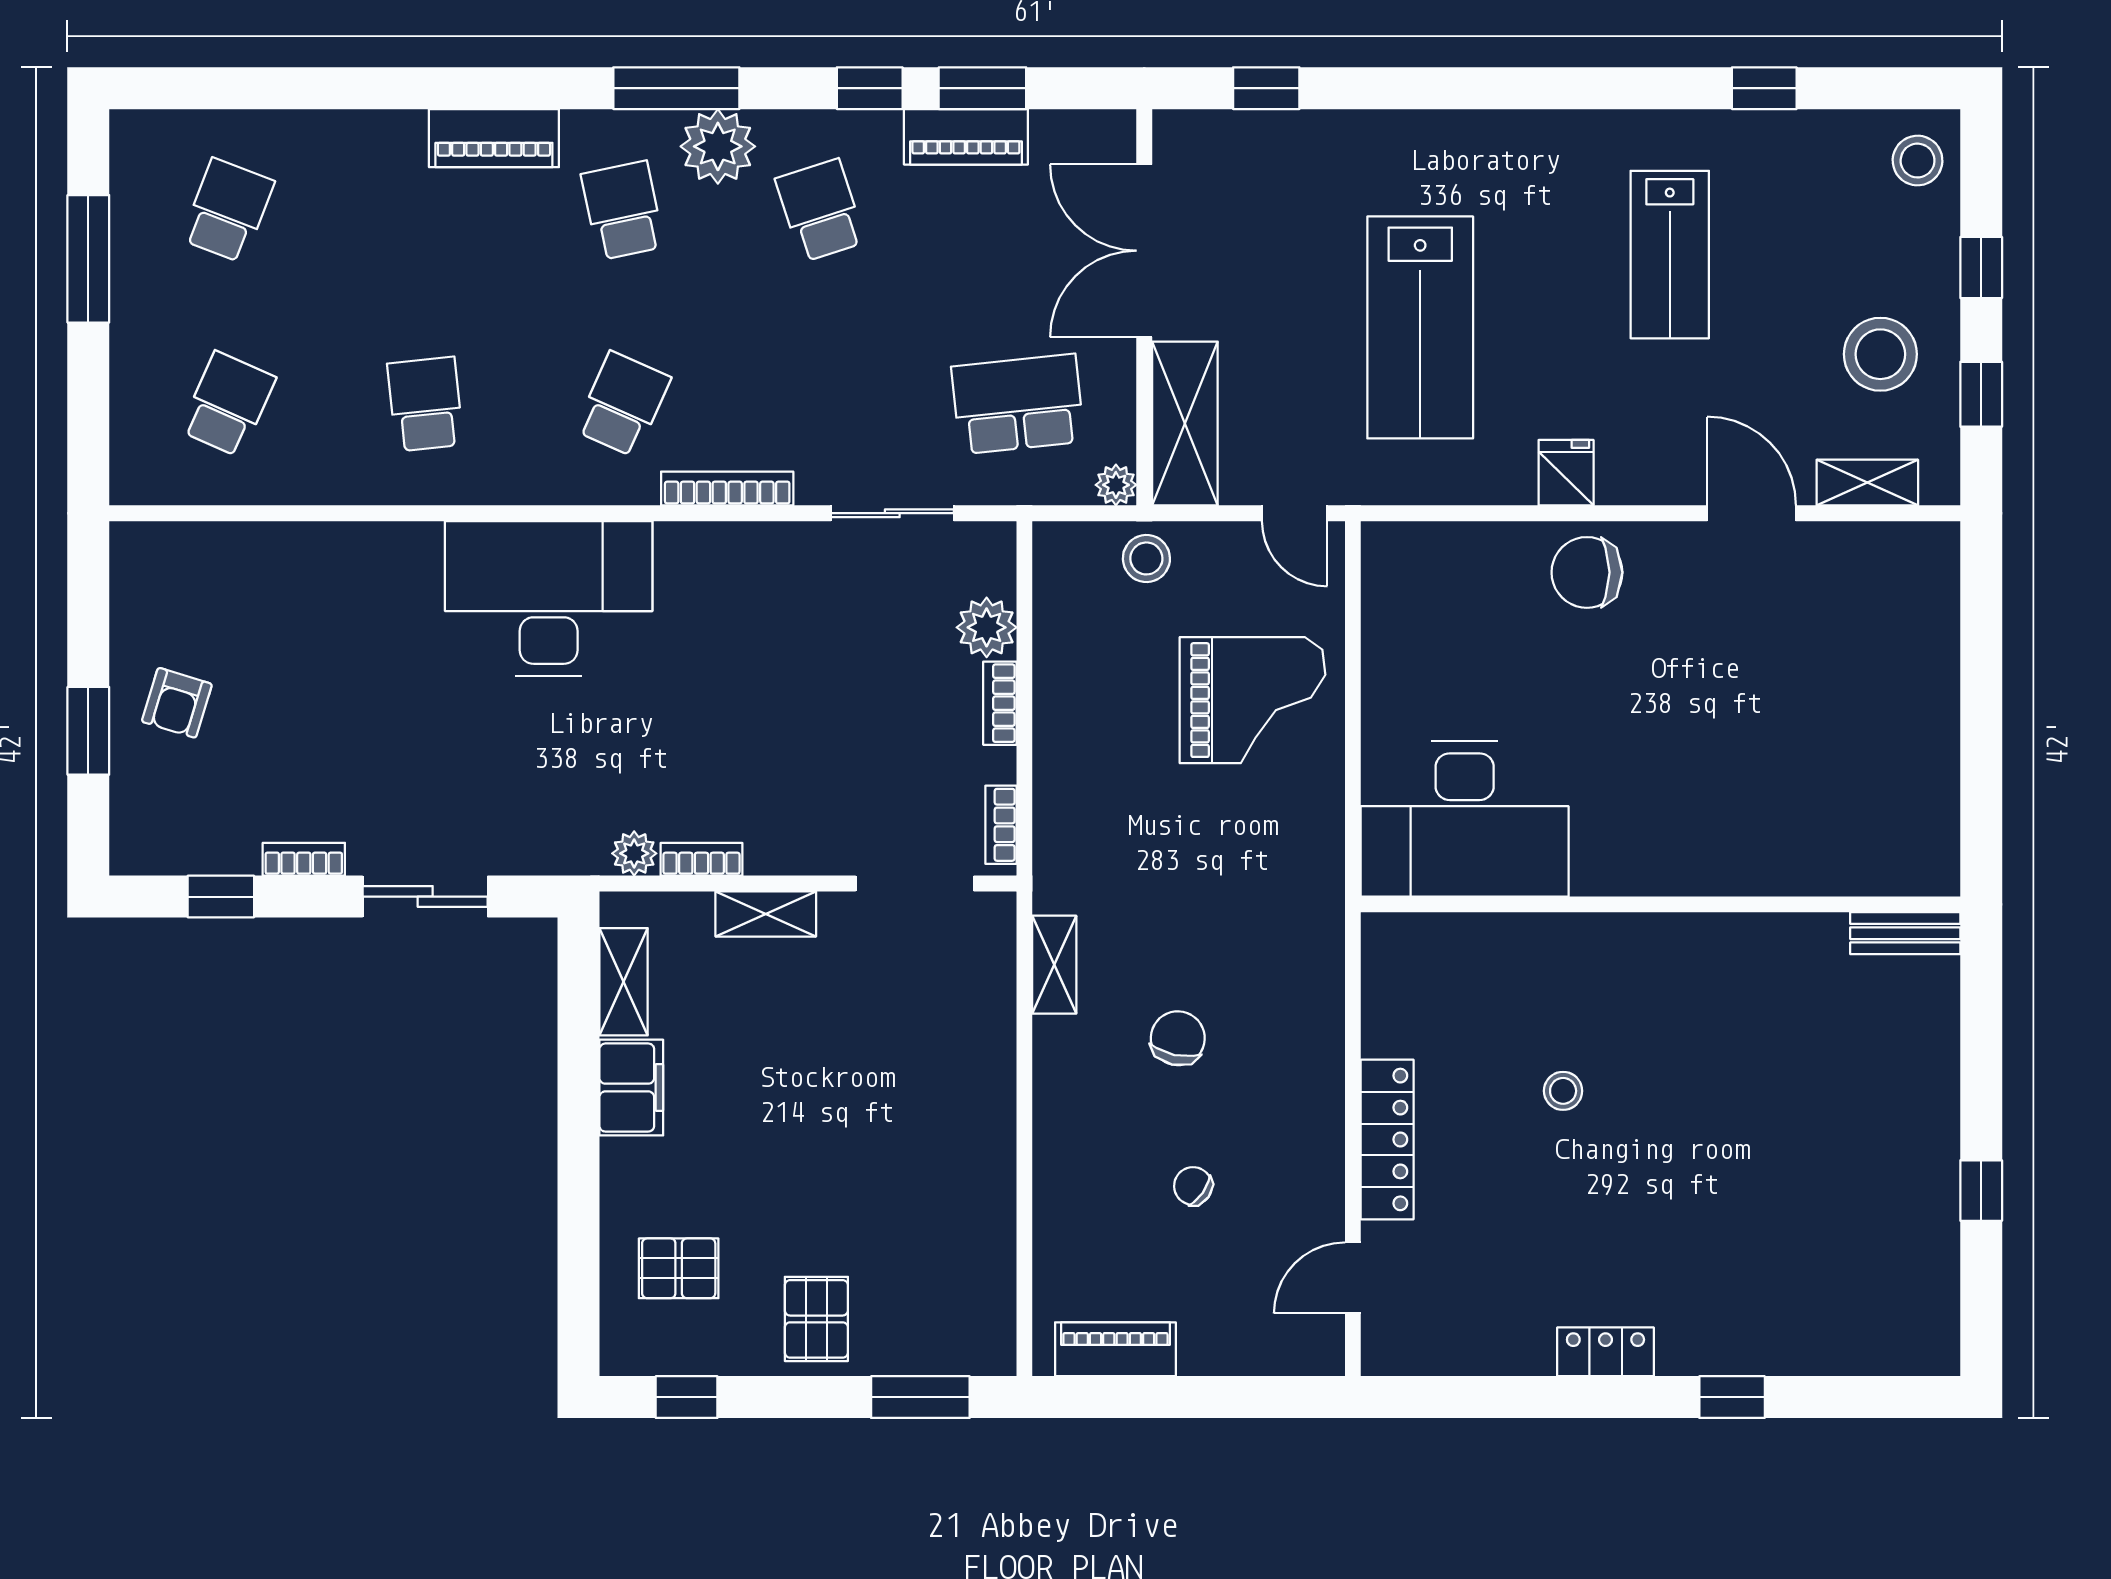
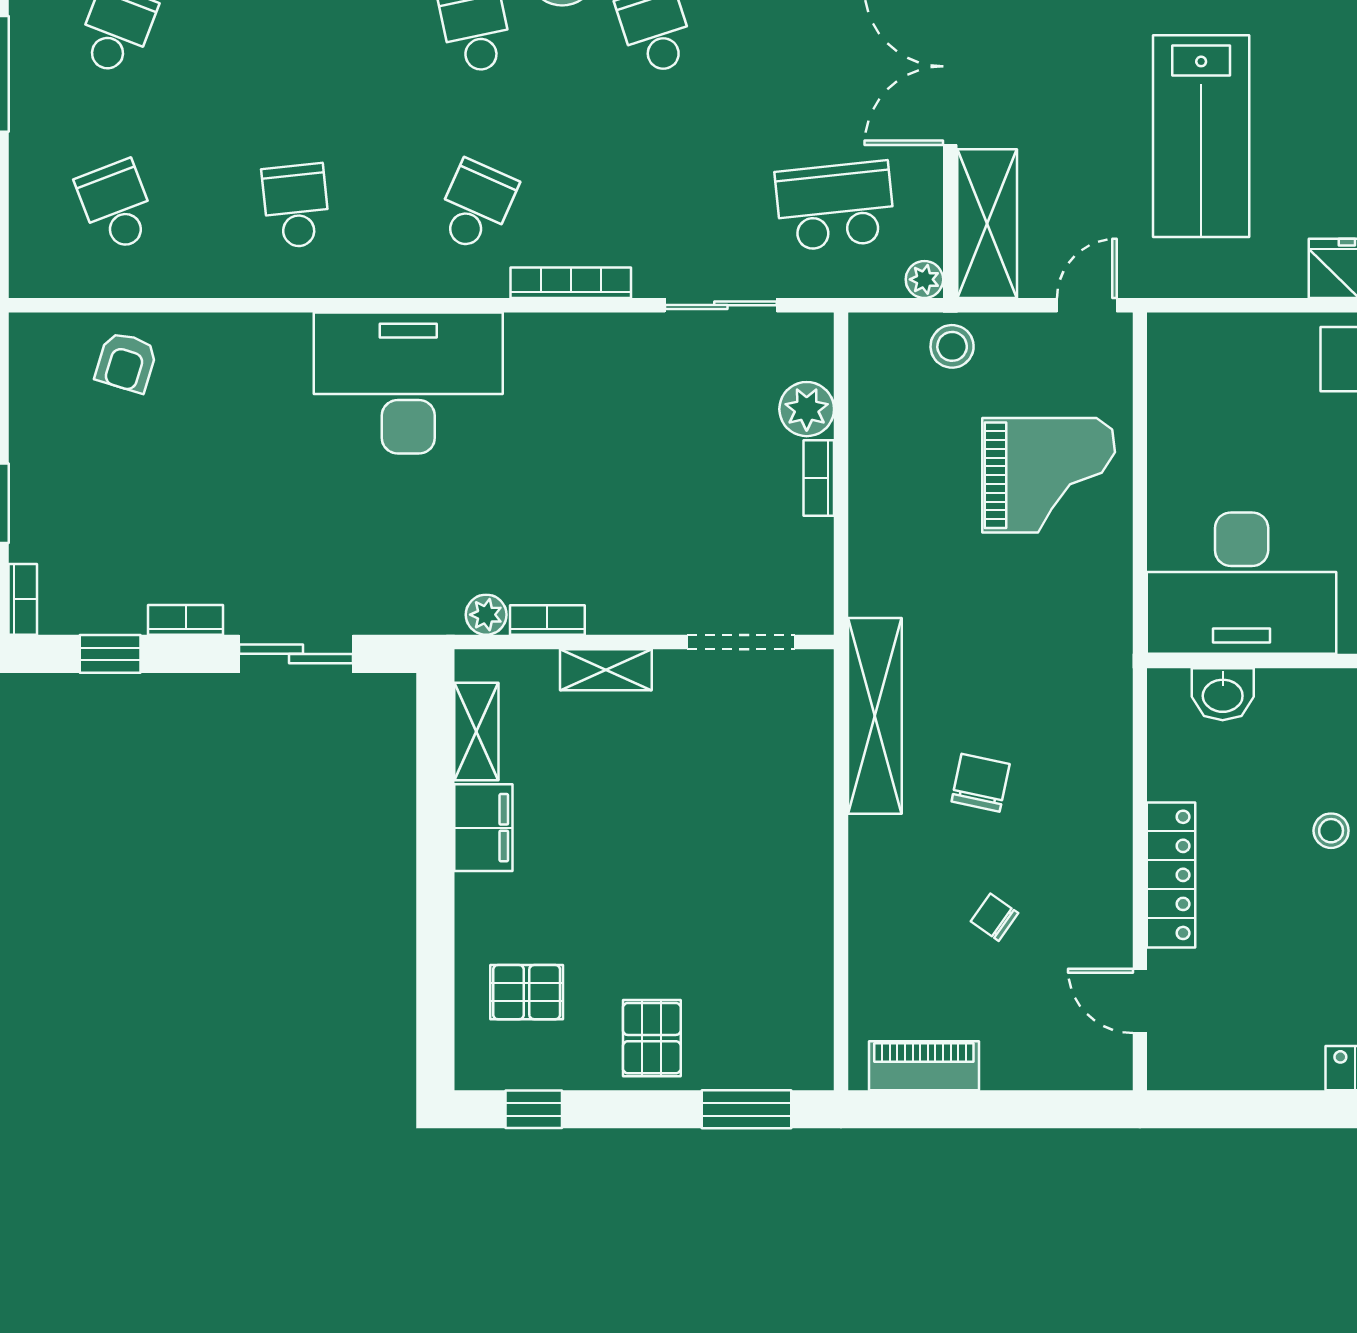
school desk: (228, 404) -> (116, 206), turned -45
door: (1295, 513) -> (1087, 305), swing flipped
armchair: (177, 703) -> (126, 362), moved
bookcase: (1001, 825) -> (23, 599), moved, turned 180
washbasin: (1444, 941) -> (1223, 694), added
shelving: (1054, 965) -> (875, 716), width x2.20, depth x1.33
door: (1353, 1278) -> (1140, 1001), hinge flipped

